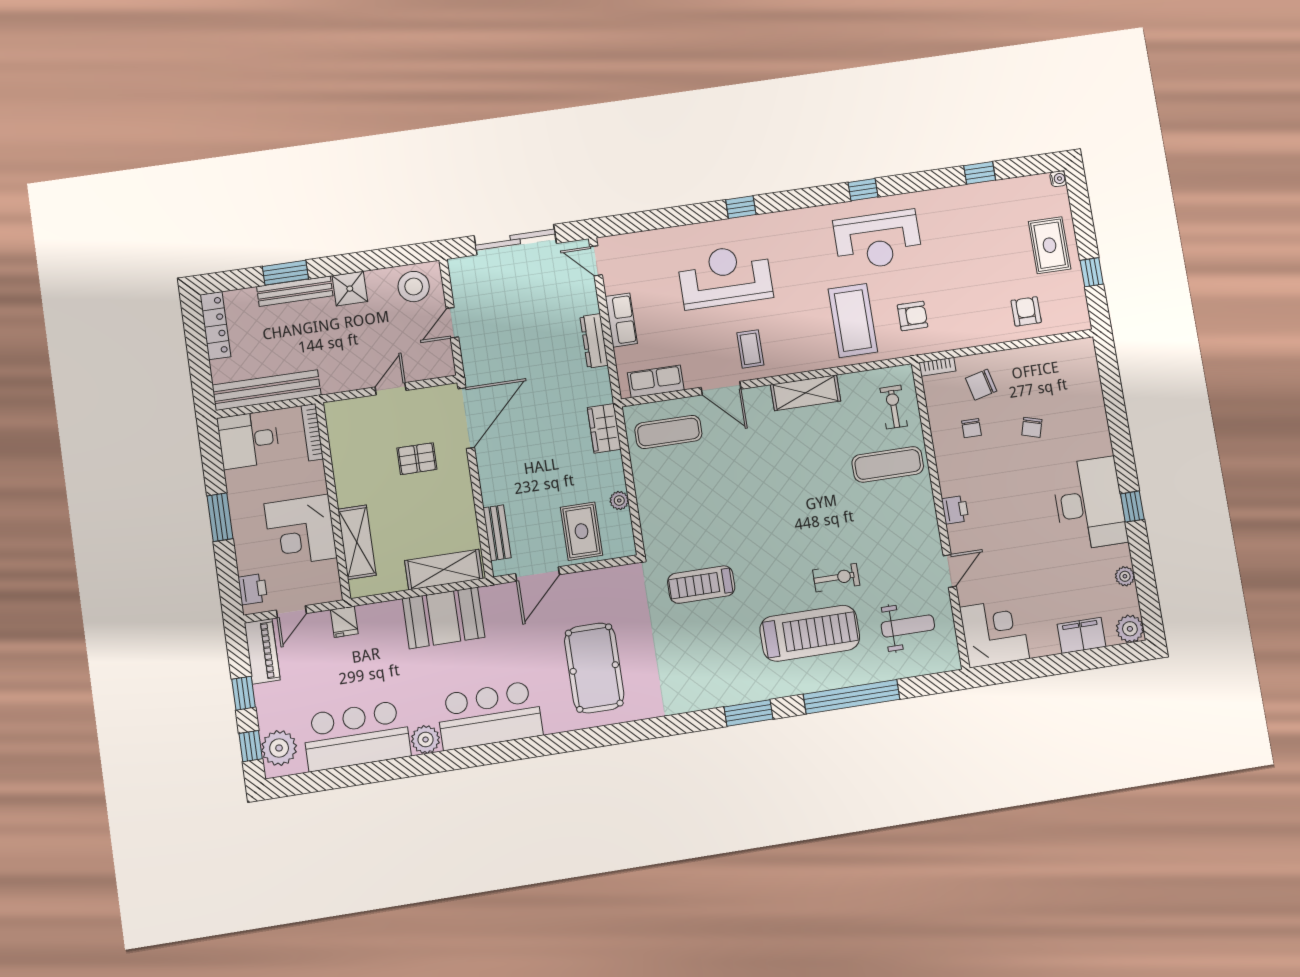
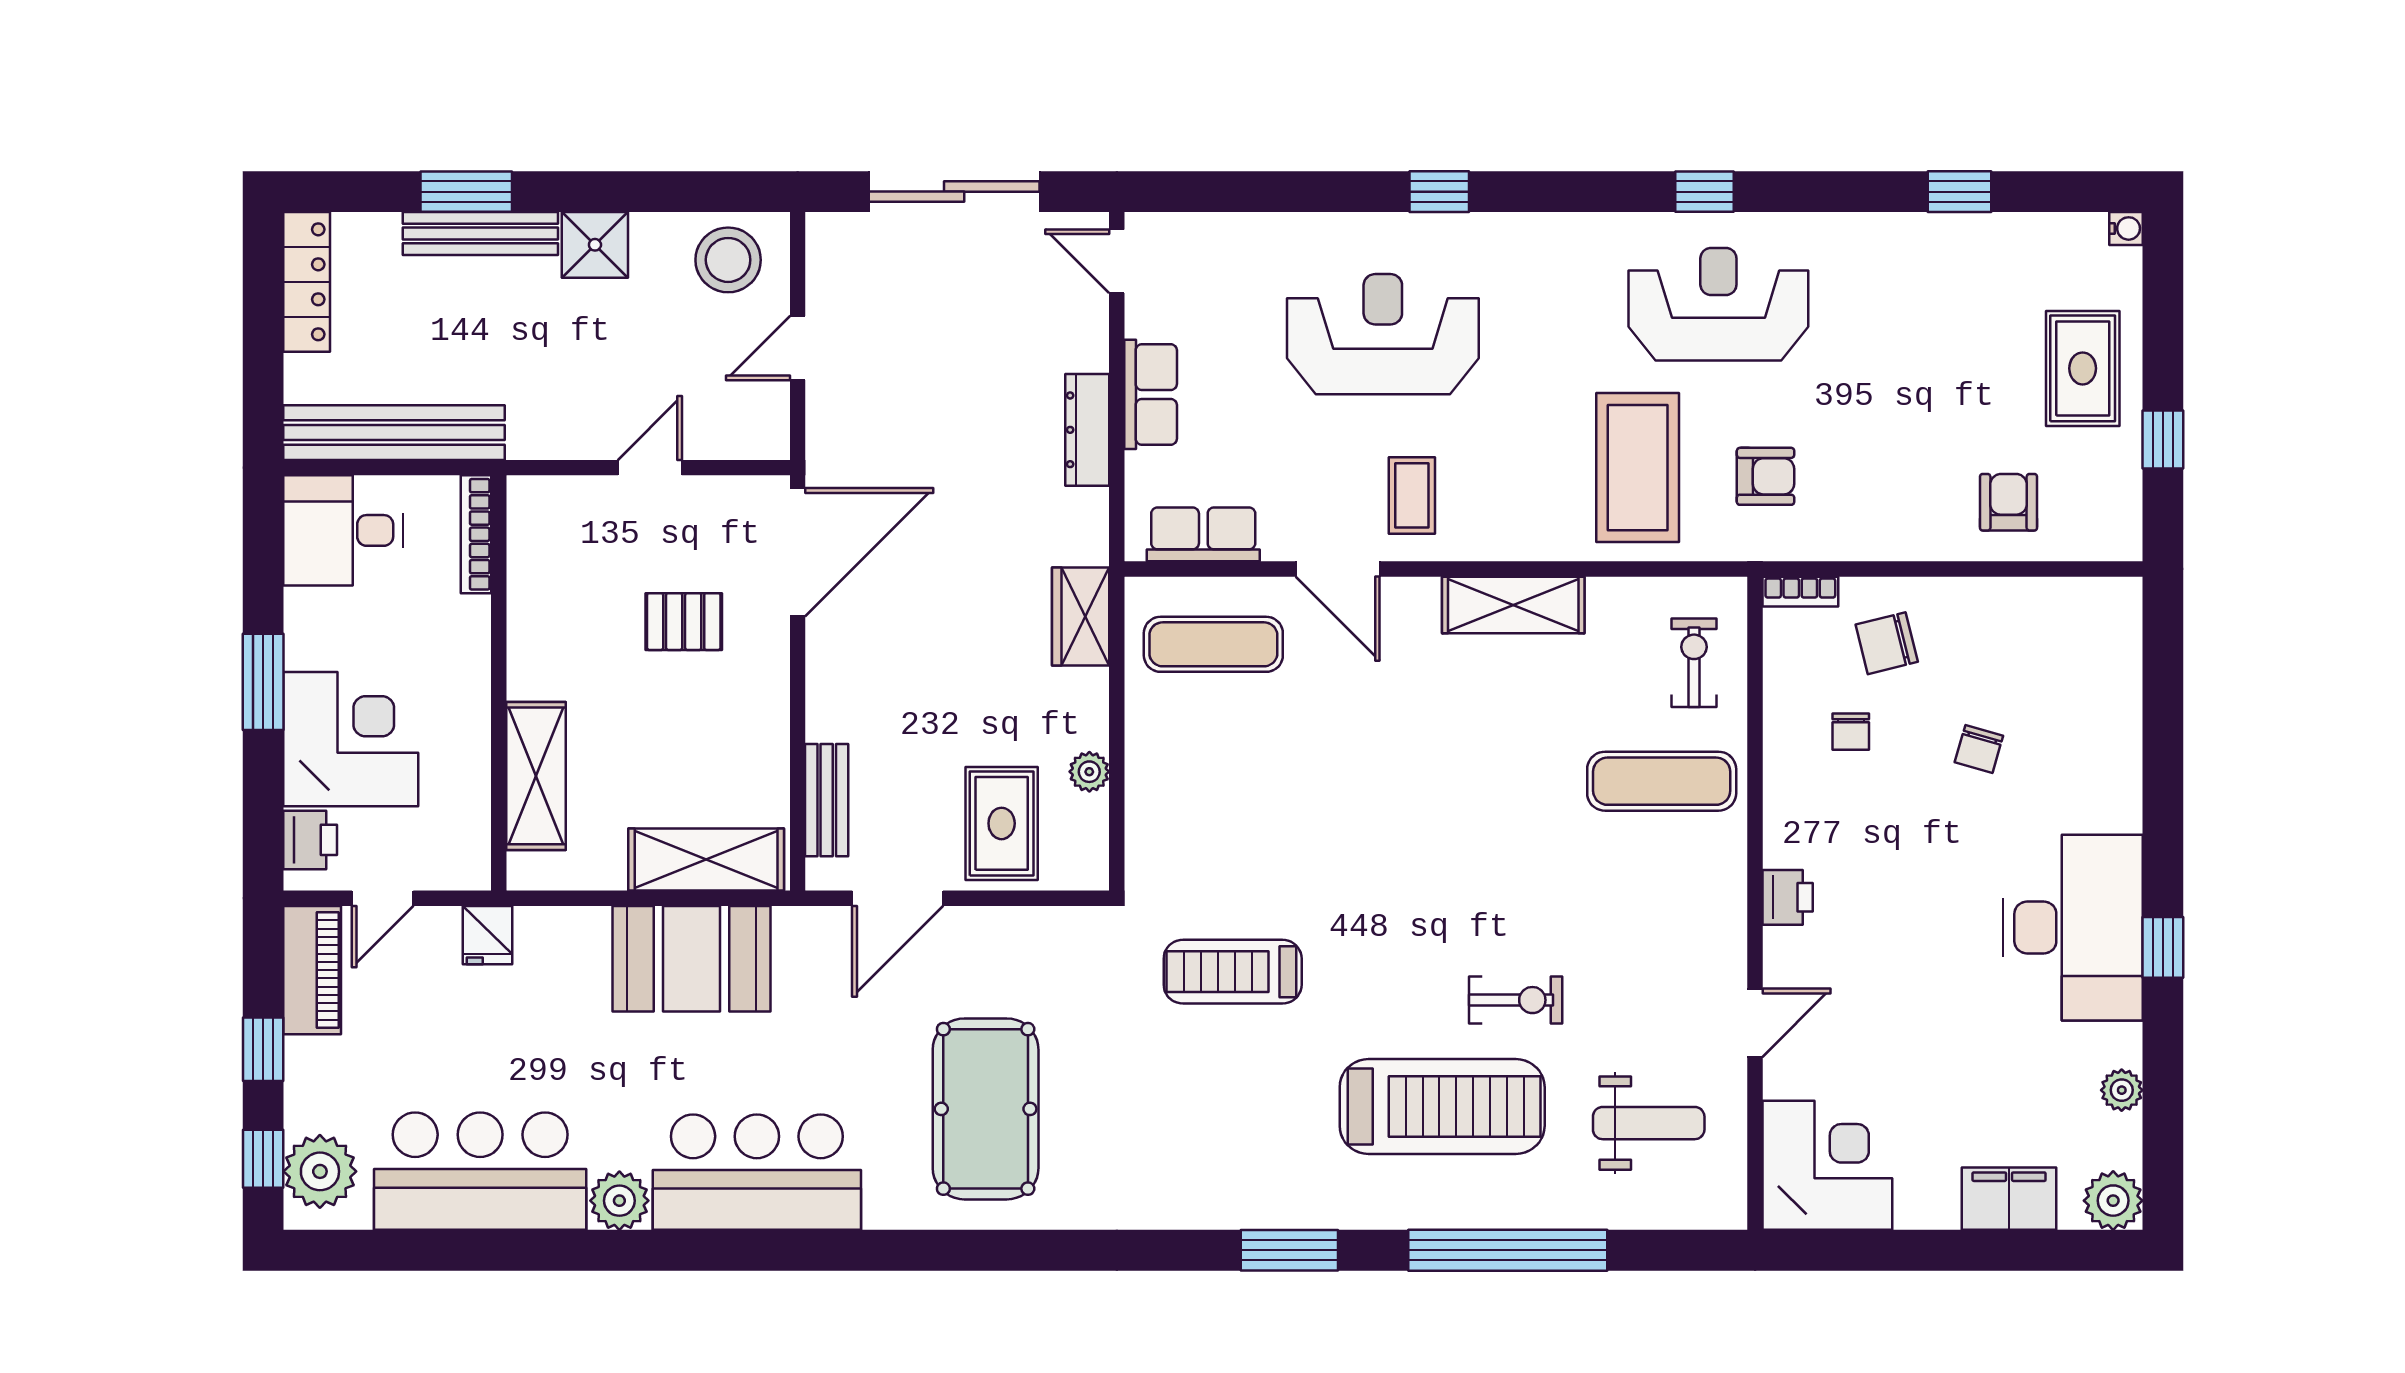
reception desk: (878, 240) -> (1718, 304), turned 180
corner desk: (300, 531) -> (351, 739), moved, turned 180

